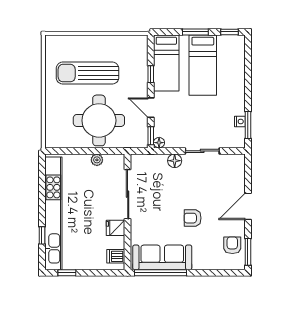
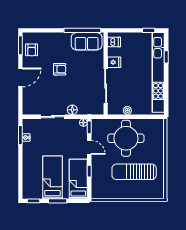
sun lounger: (87, 73) -> (134, 172), turned 180
sofa: (162, 257) -> (87, 41), width x0.73

